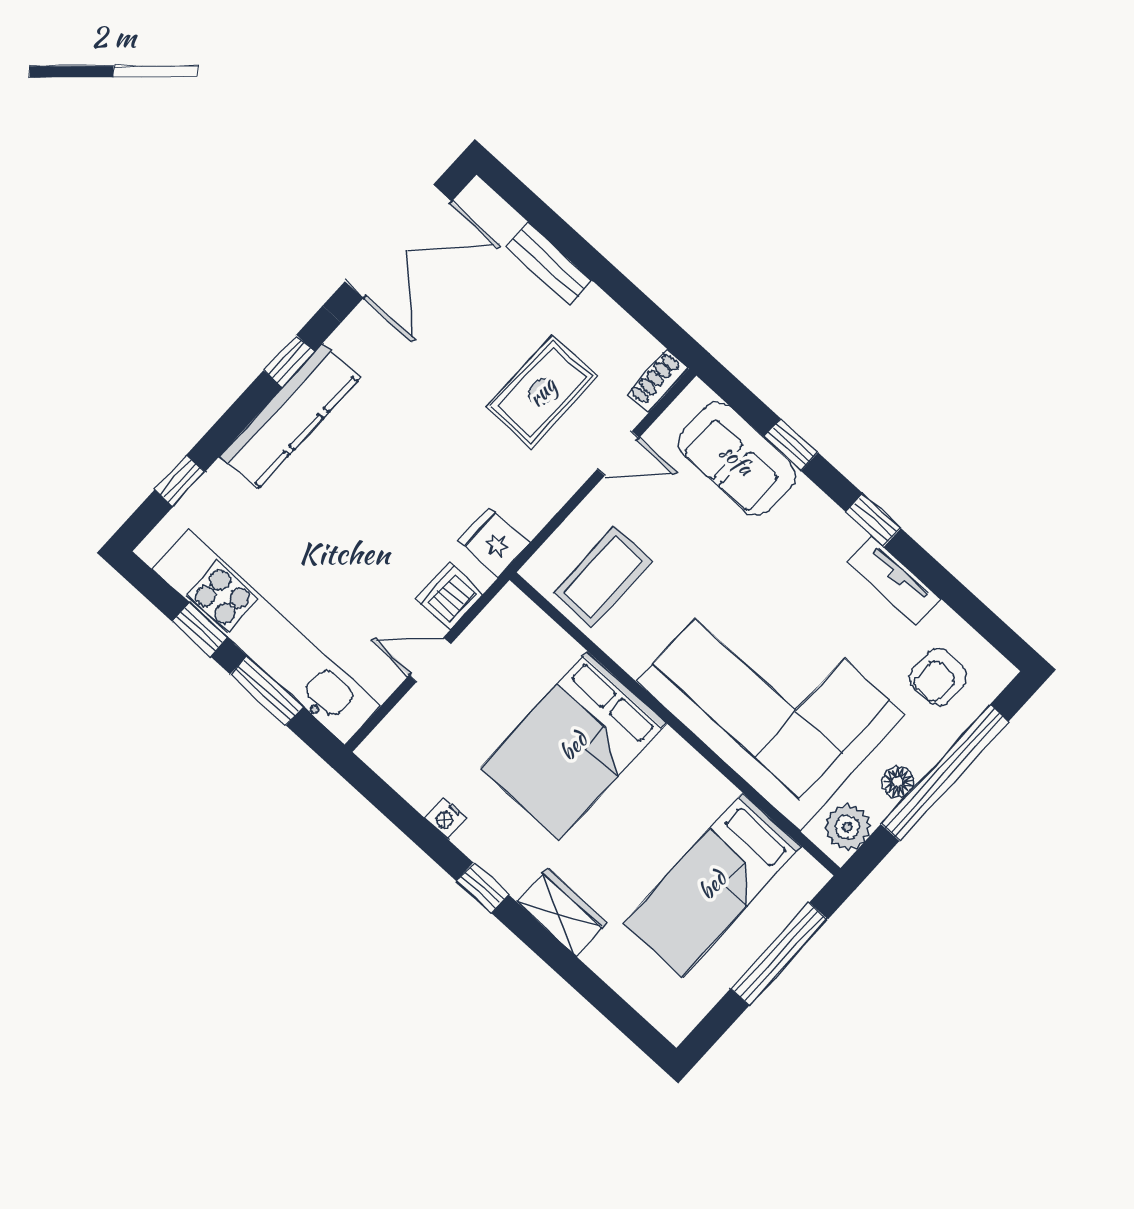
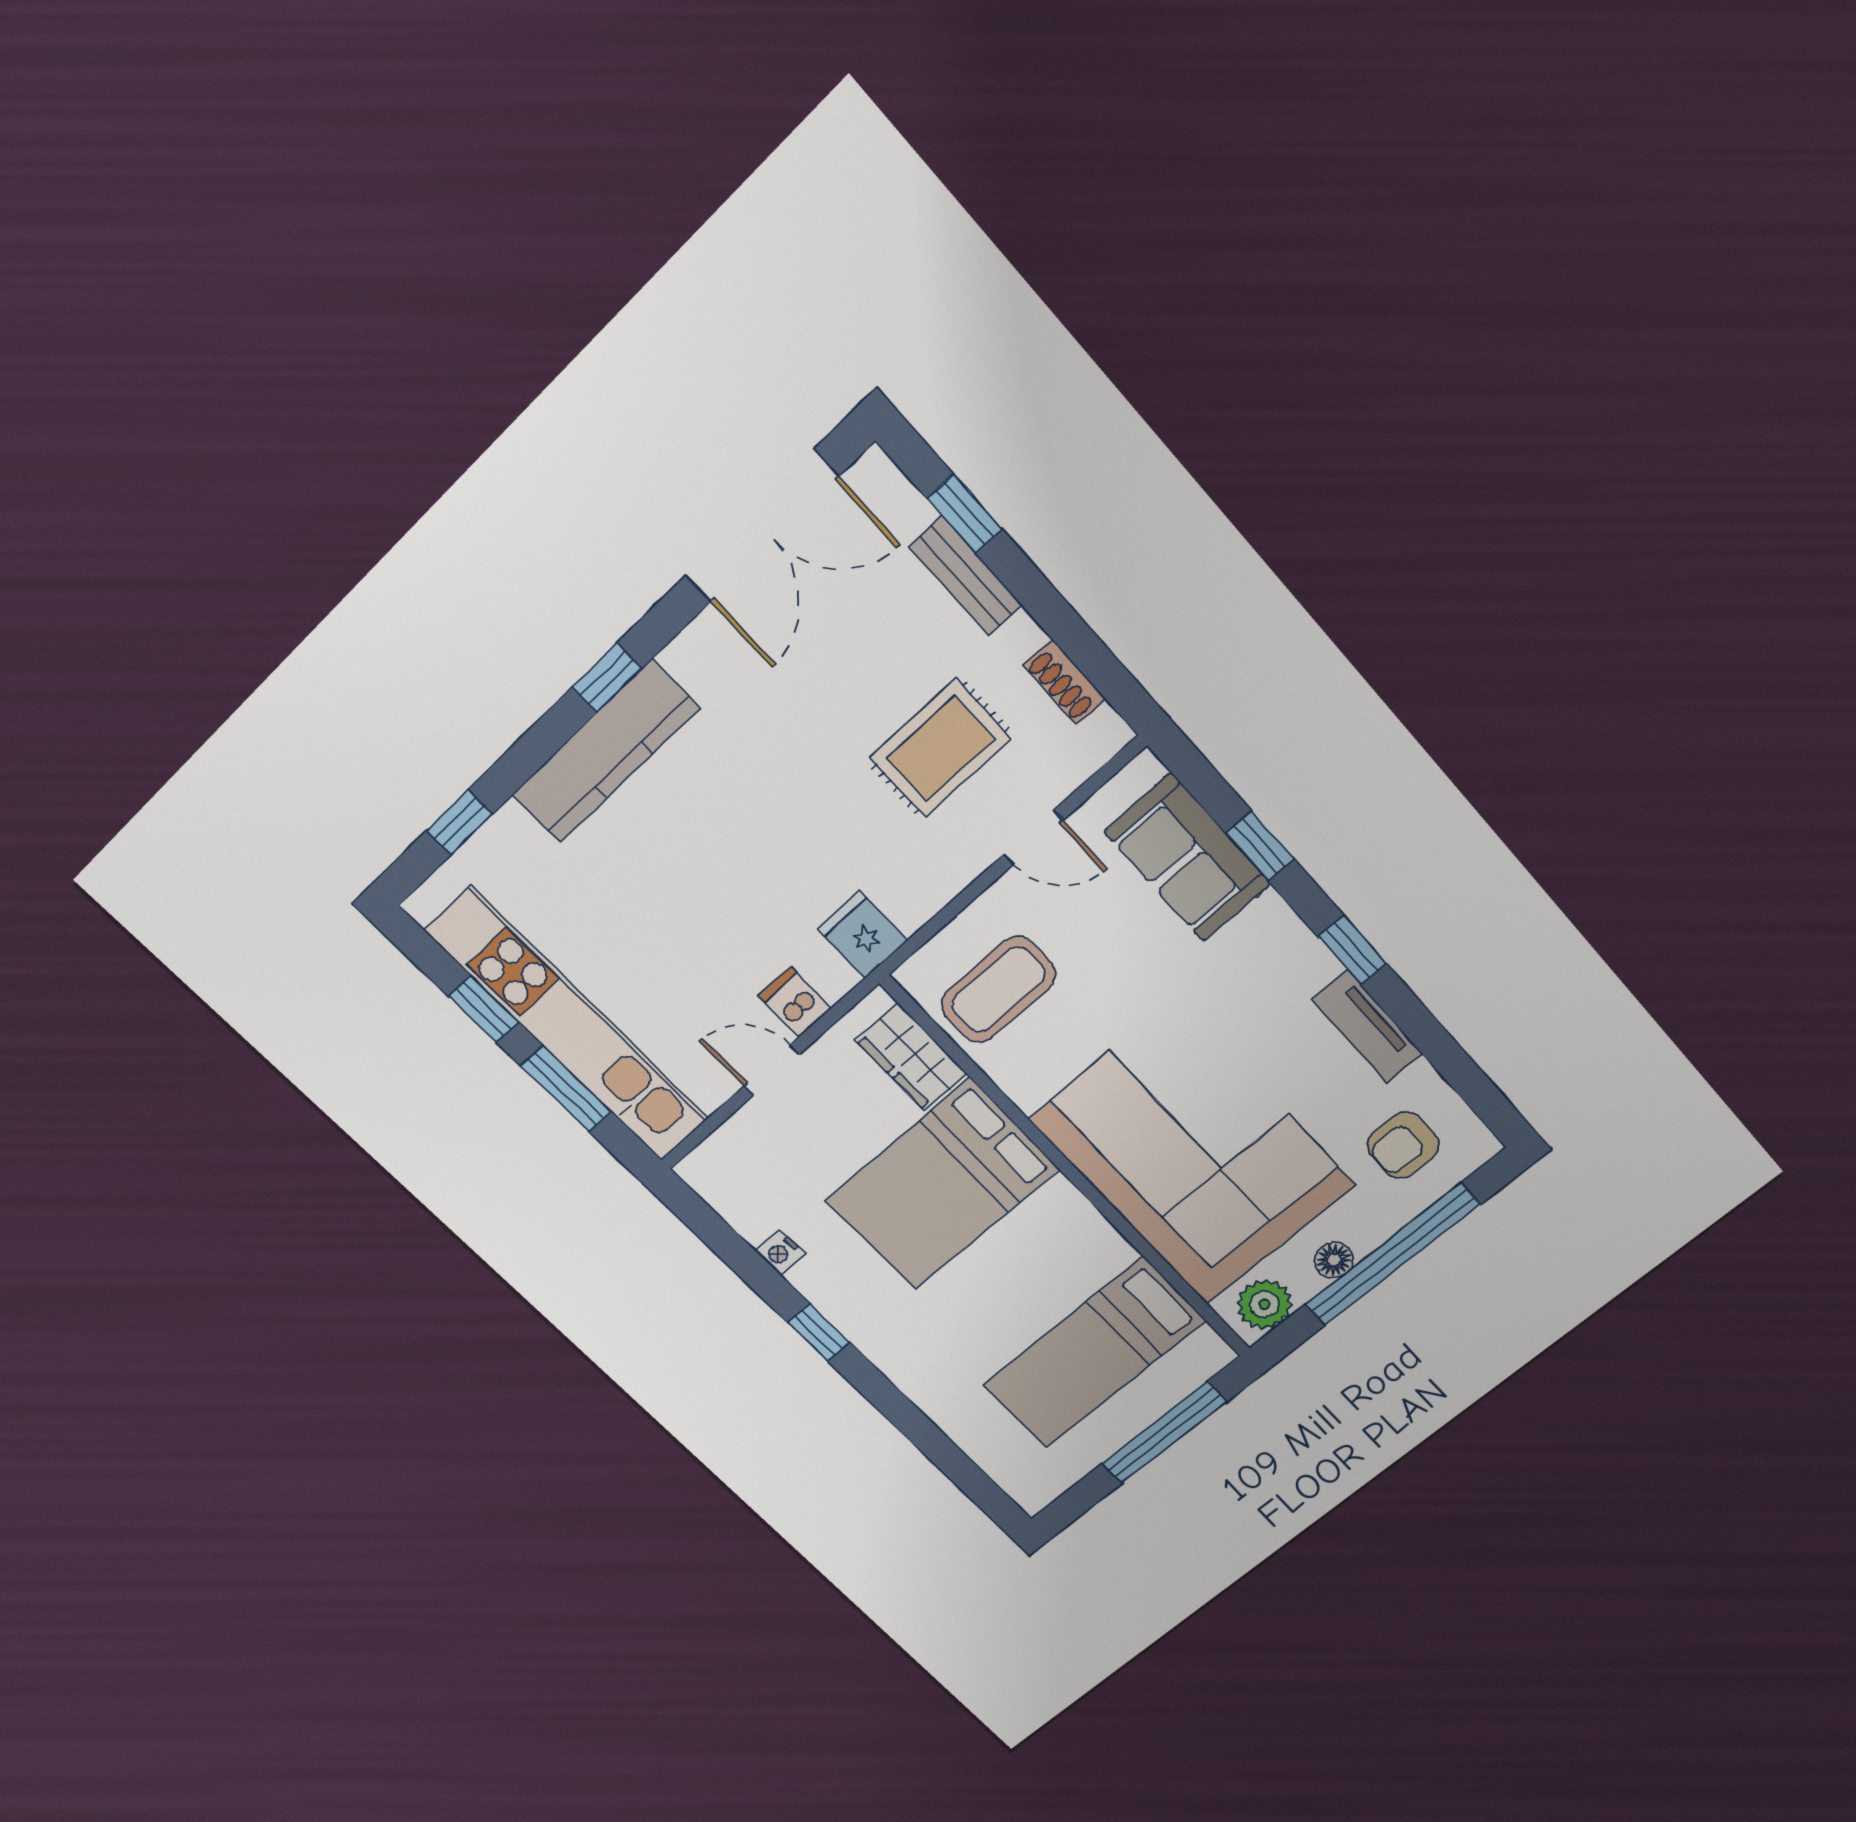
window: (545, 220) -> (965, 514), added
shoe rack: (658, 381) -> (1064, 682), moved, turned -90
dishwasher: (449, 596) -> (795, 1002), width x0.73
wardrobe: (562, 912) -> (911, 1057), moved, turned 180

